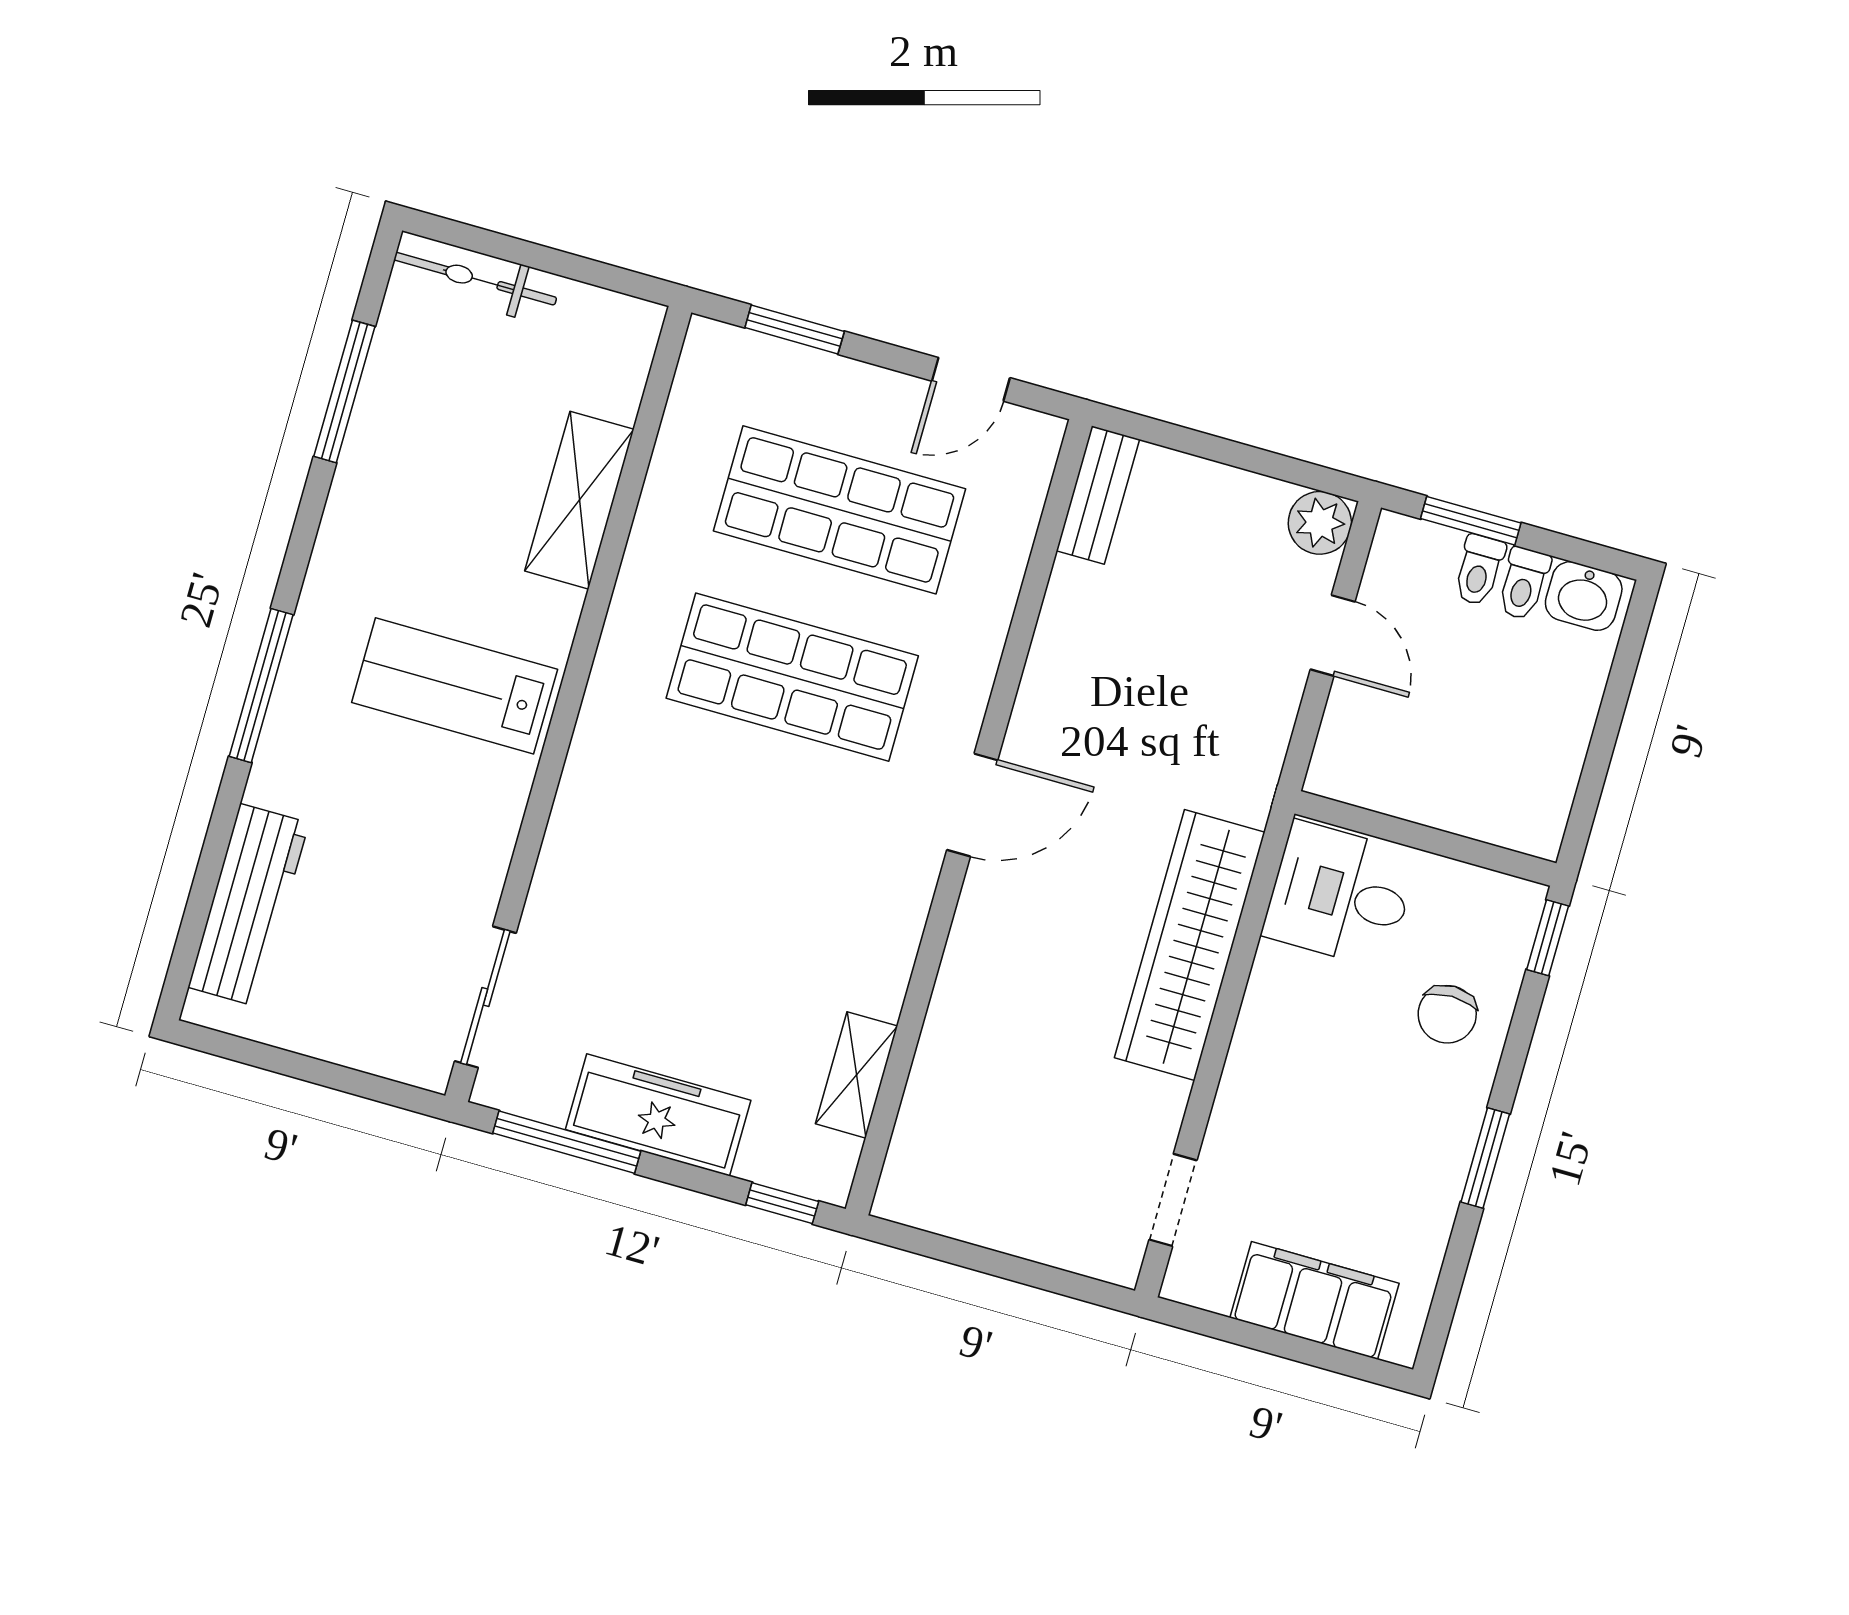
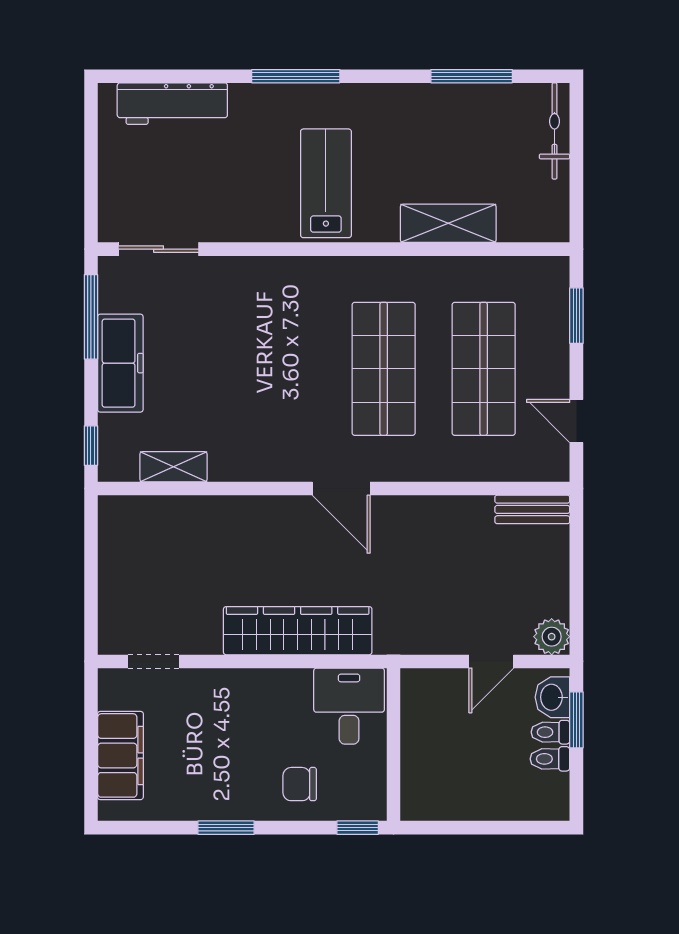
washbasin: (1584, 596) -> (552, 697), moved

